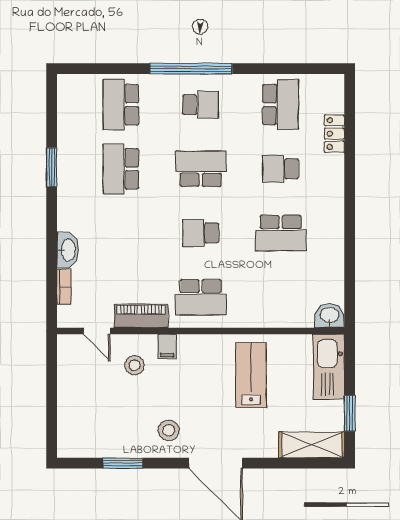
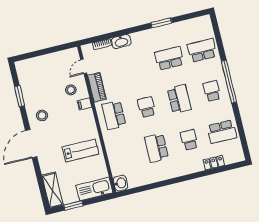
school desk: (201, 105) -> (212, 91), turned 180

